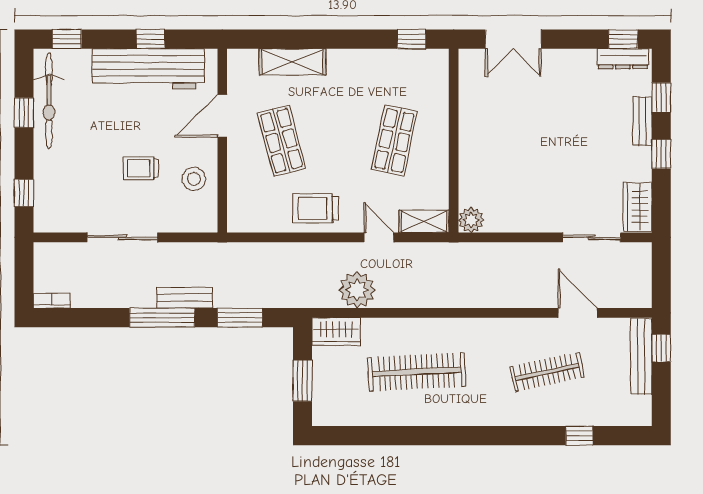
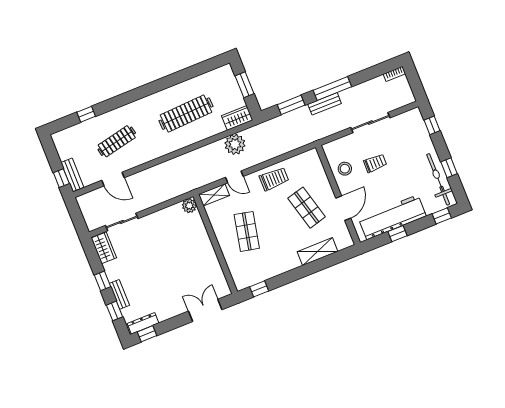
bench: (641, 356) -> (72, 175), width x0.73

